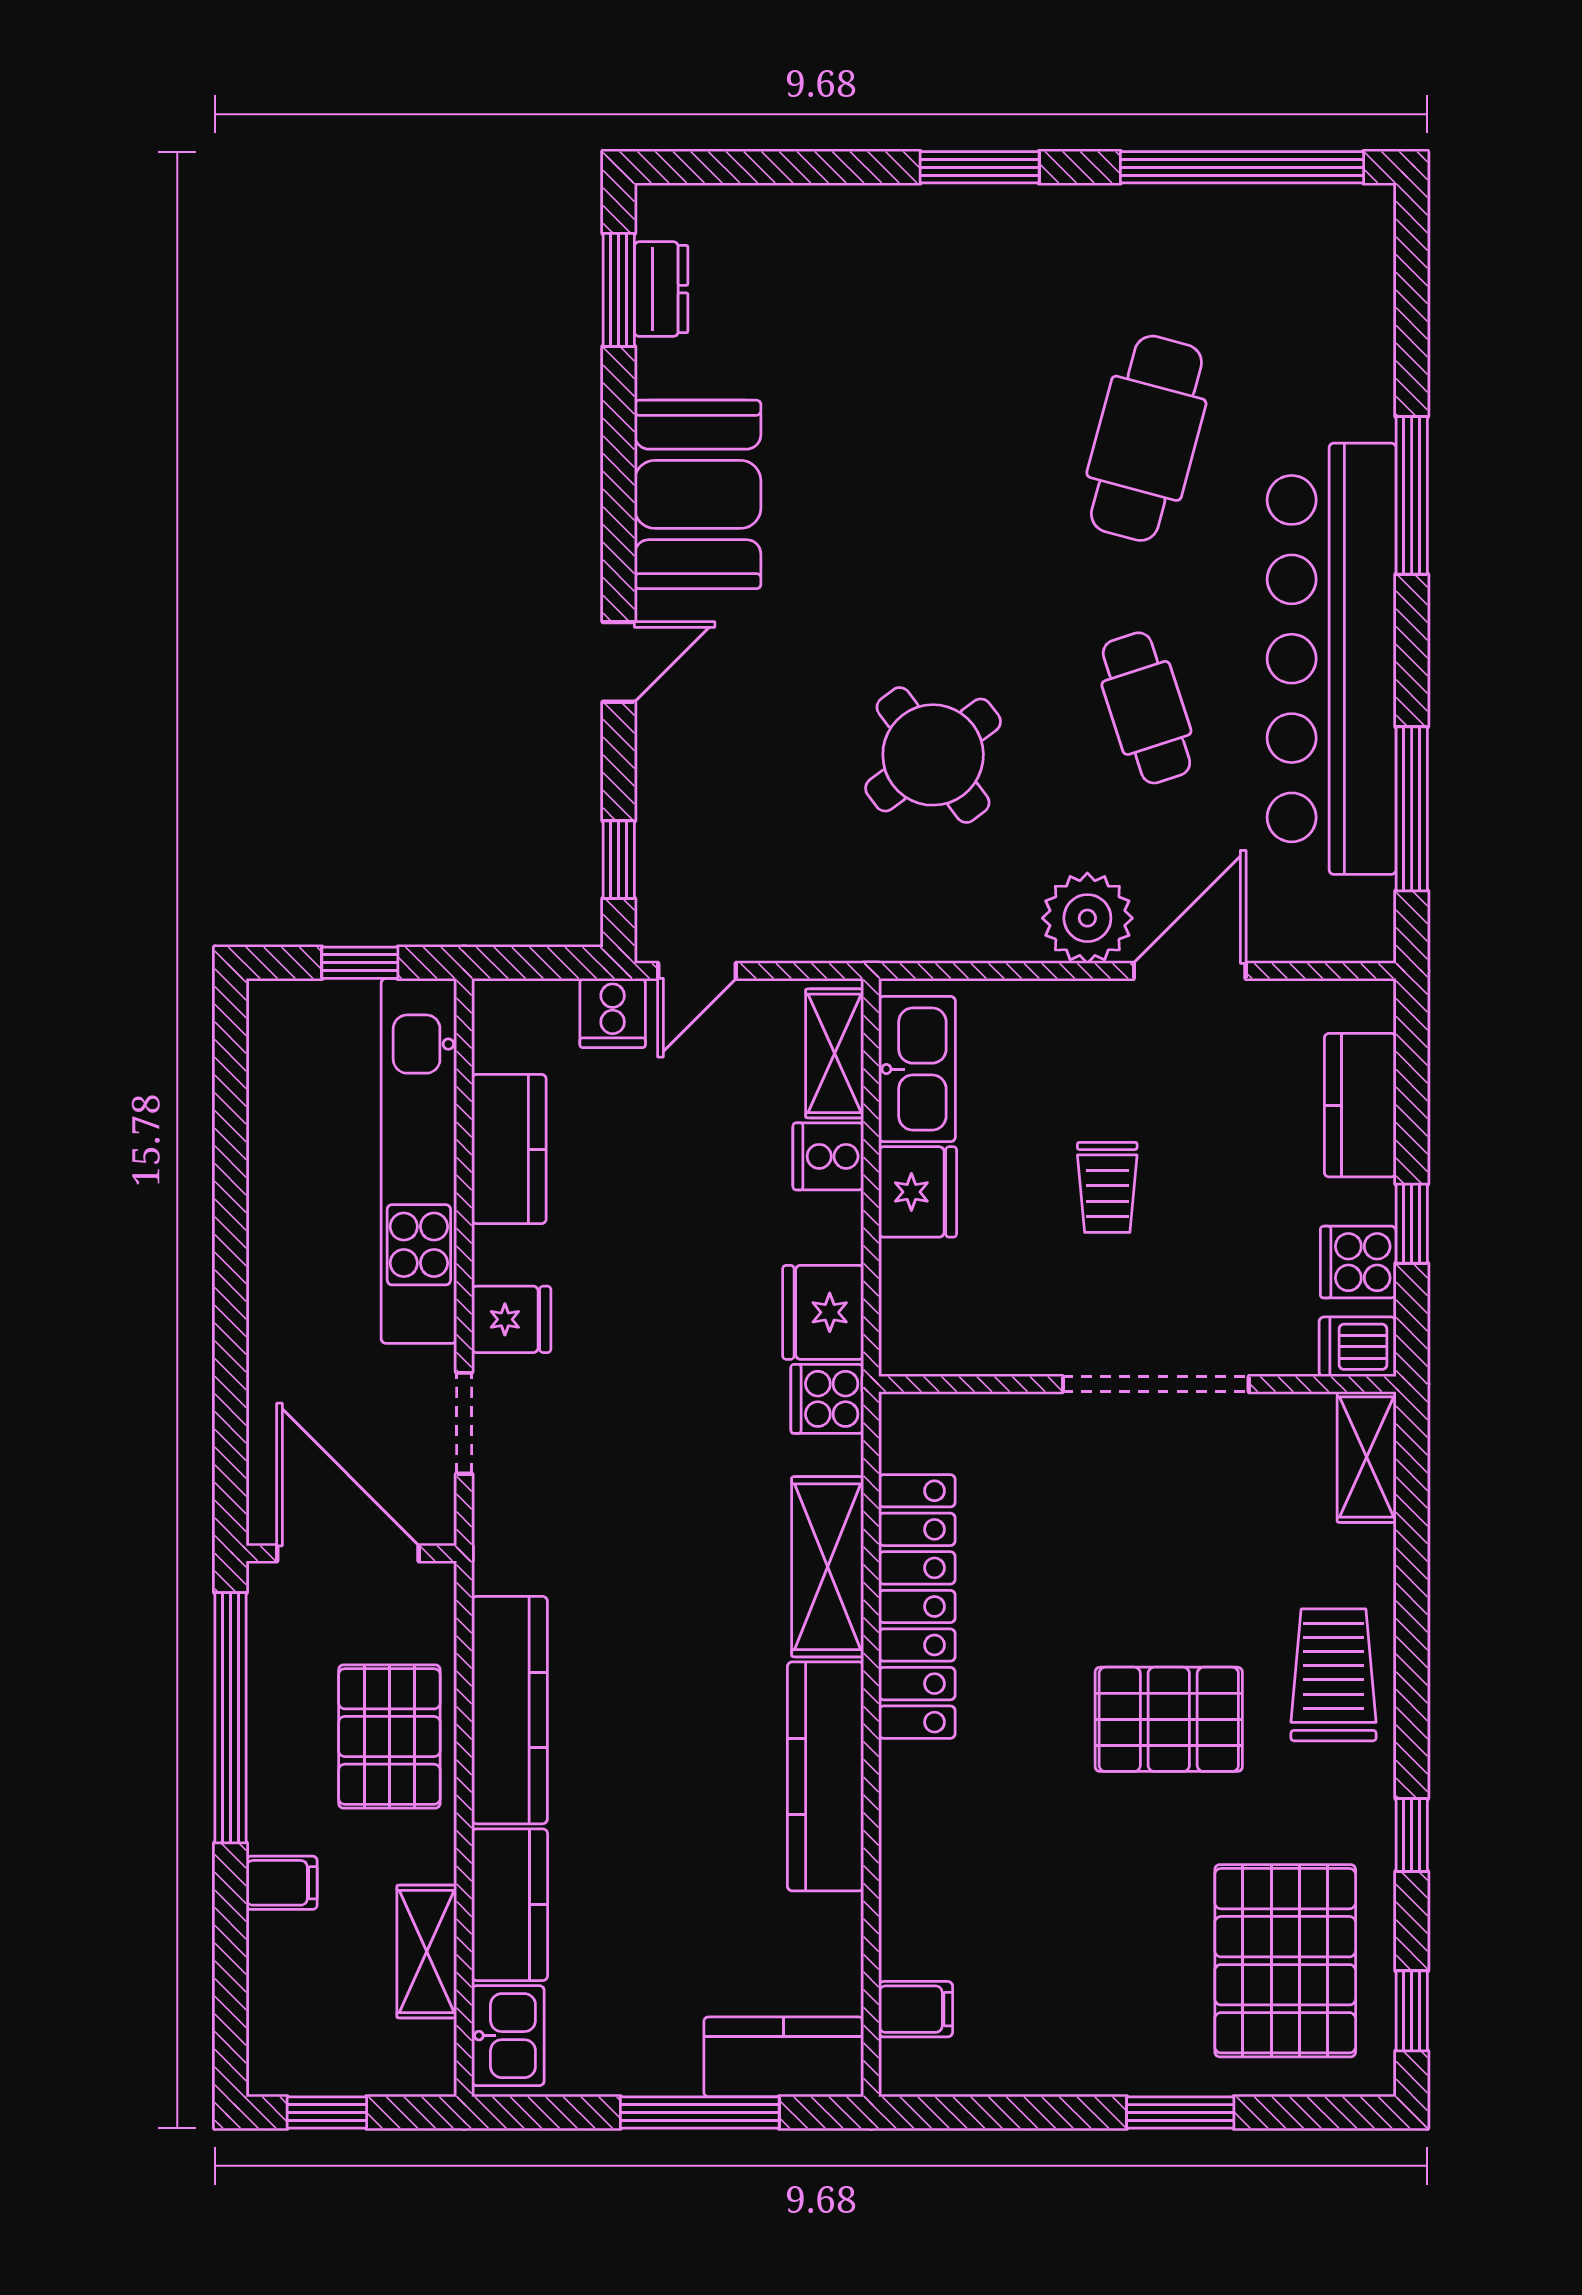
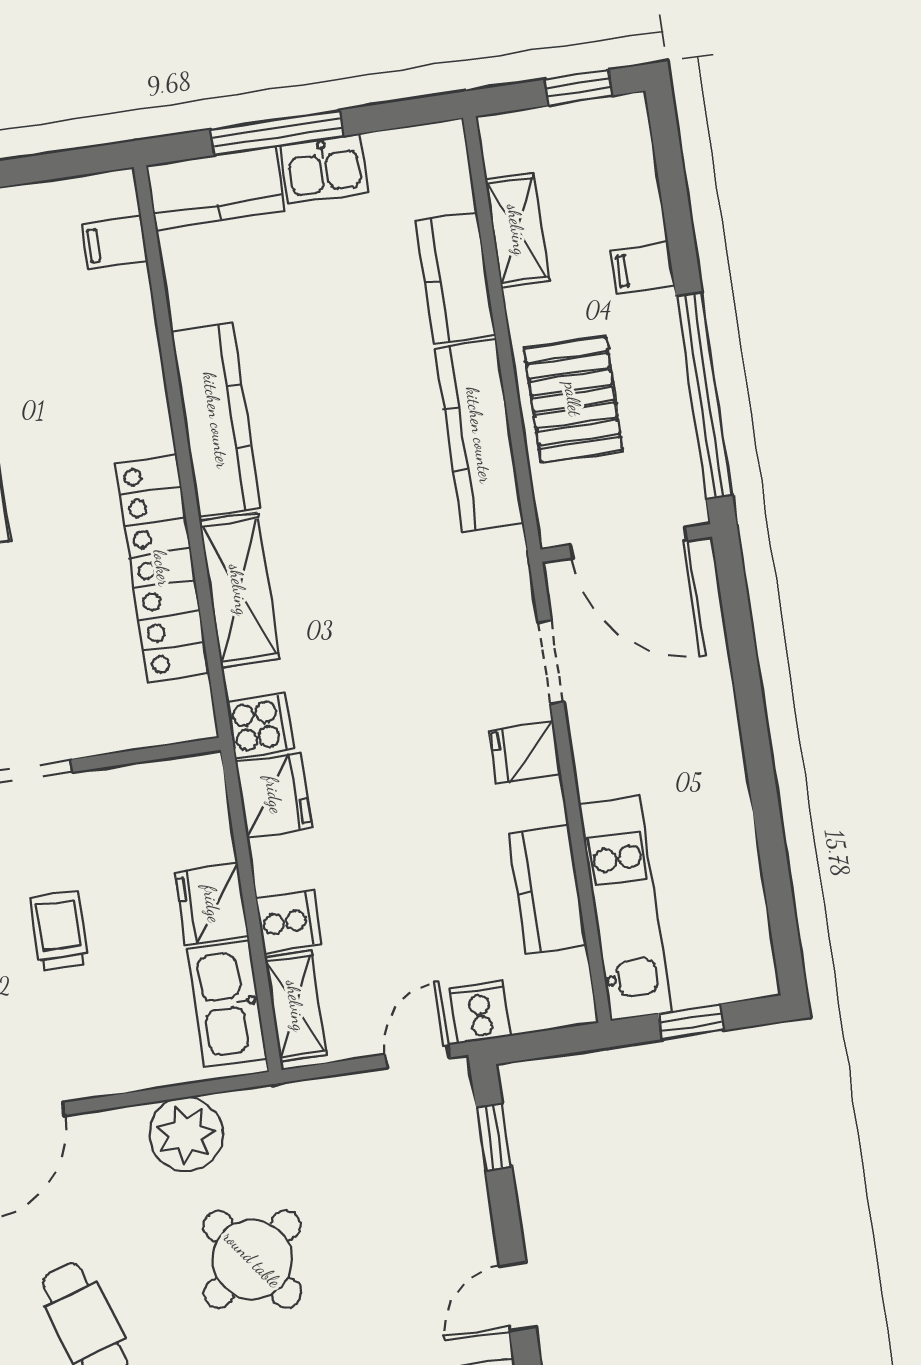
plant: (1087, 918) -> (186, 1134), moved
kitchen unit: (419, 1161) -> (625, 908), width x0.73
kitchen sink: (508, 2036) -> (324, 169), moved, turned -90

